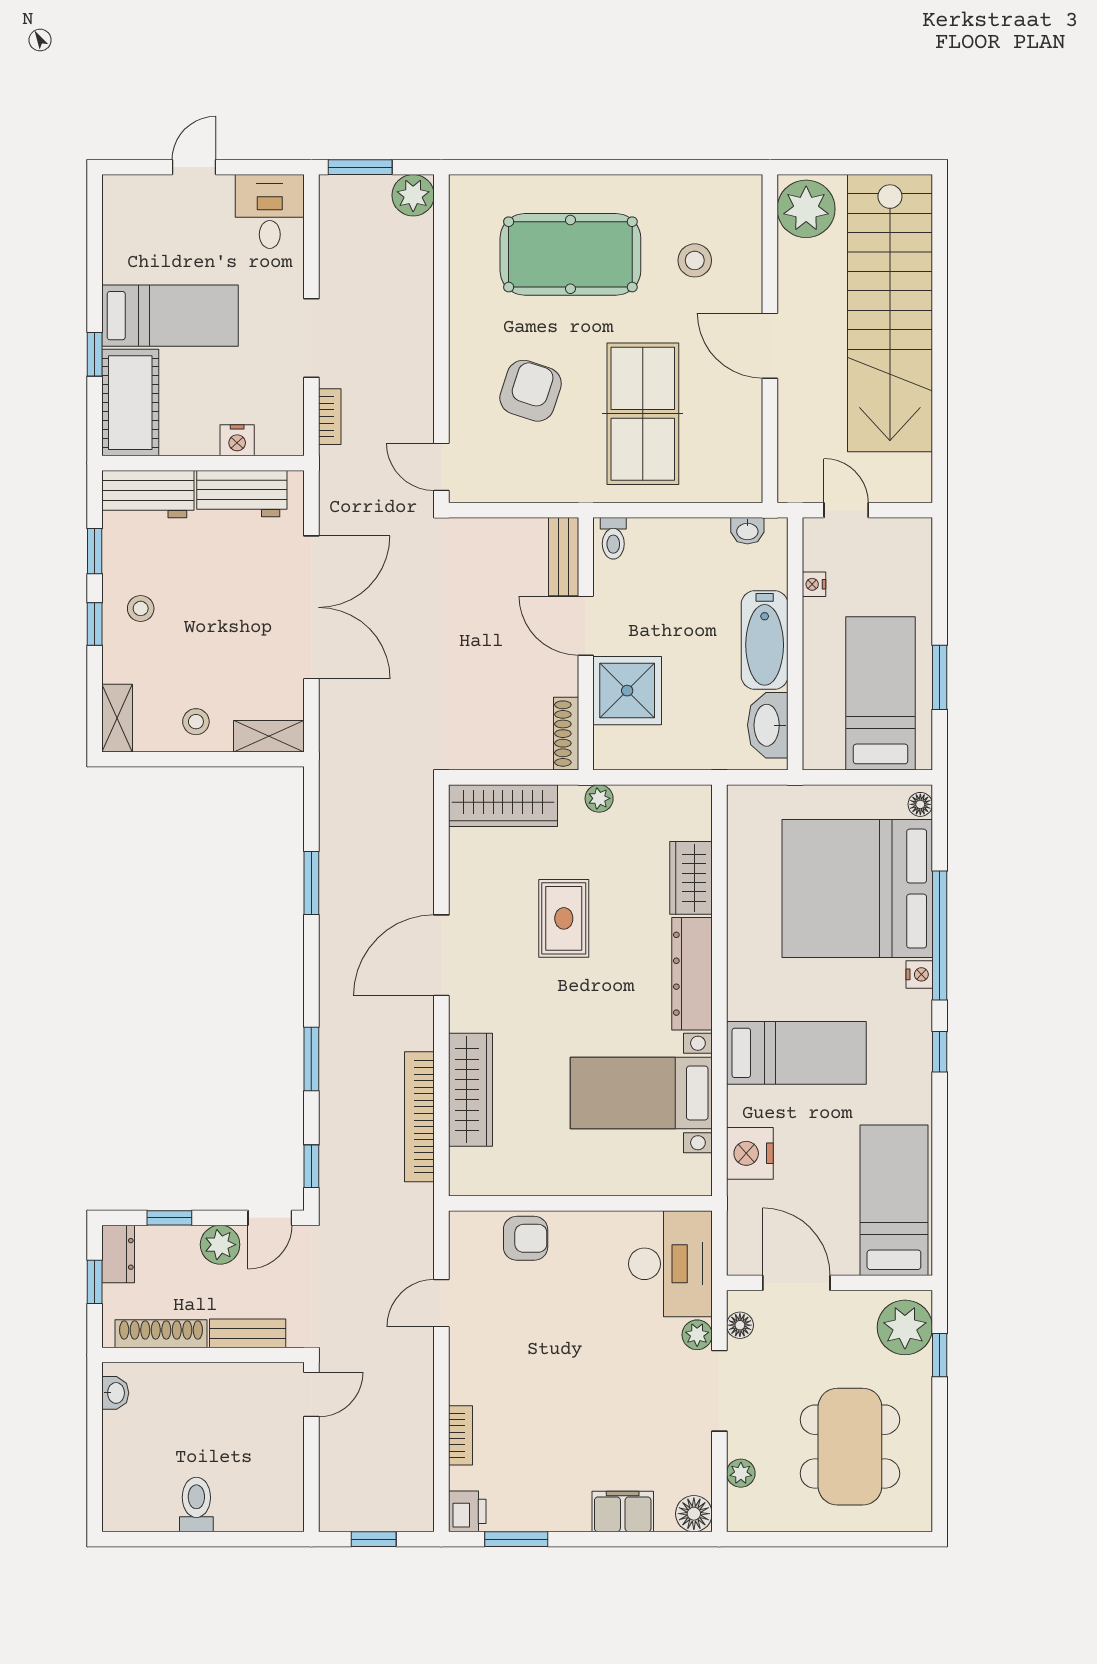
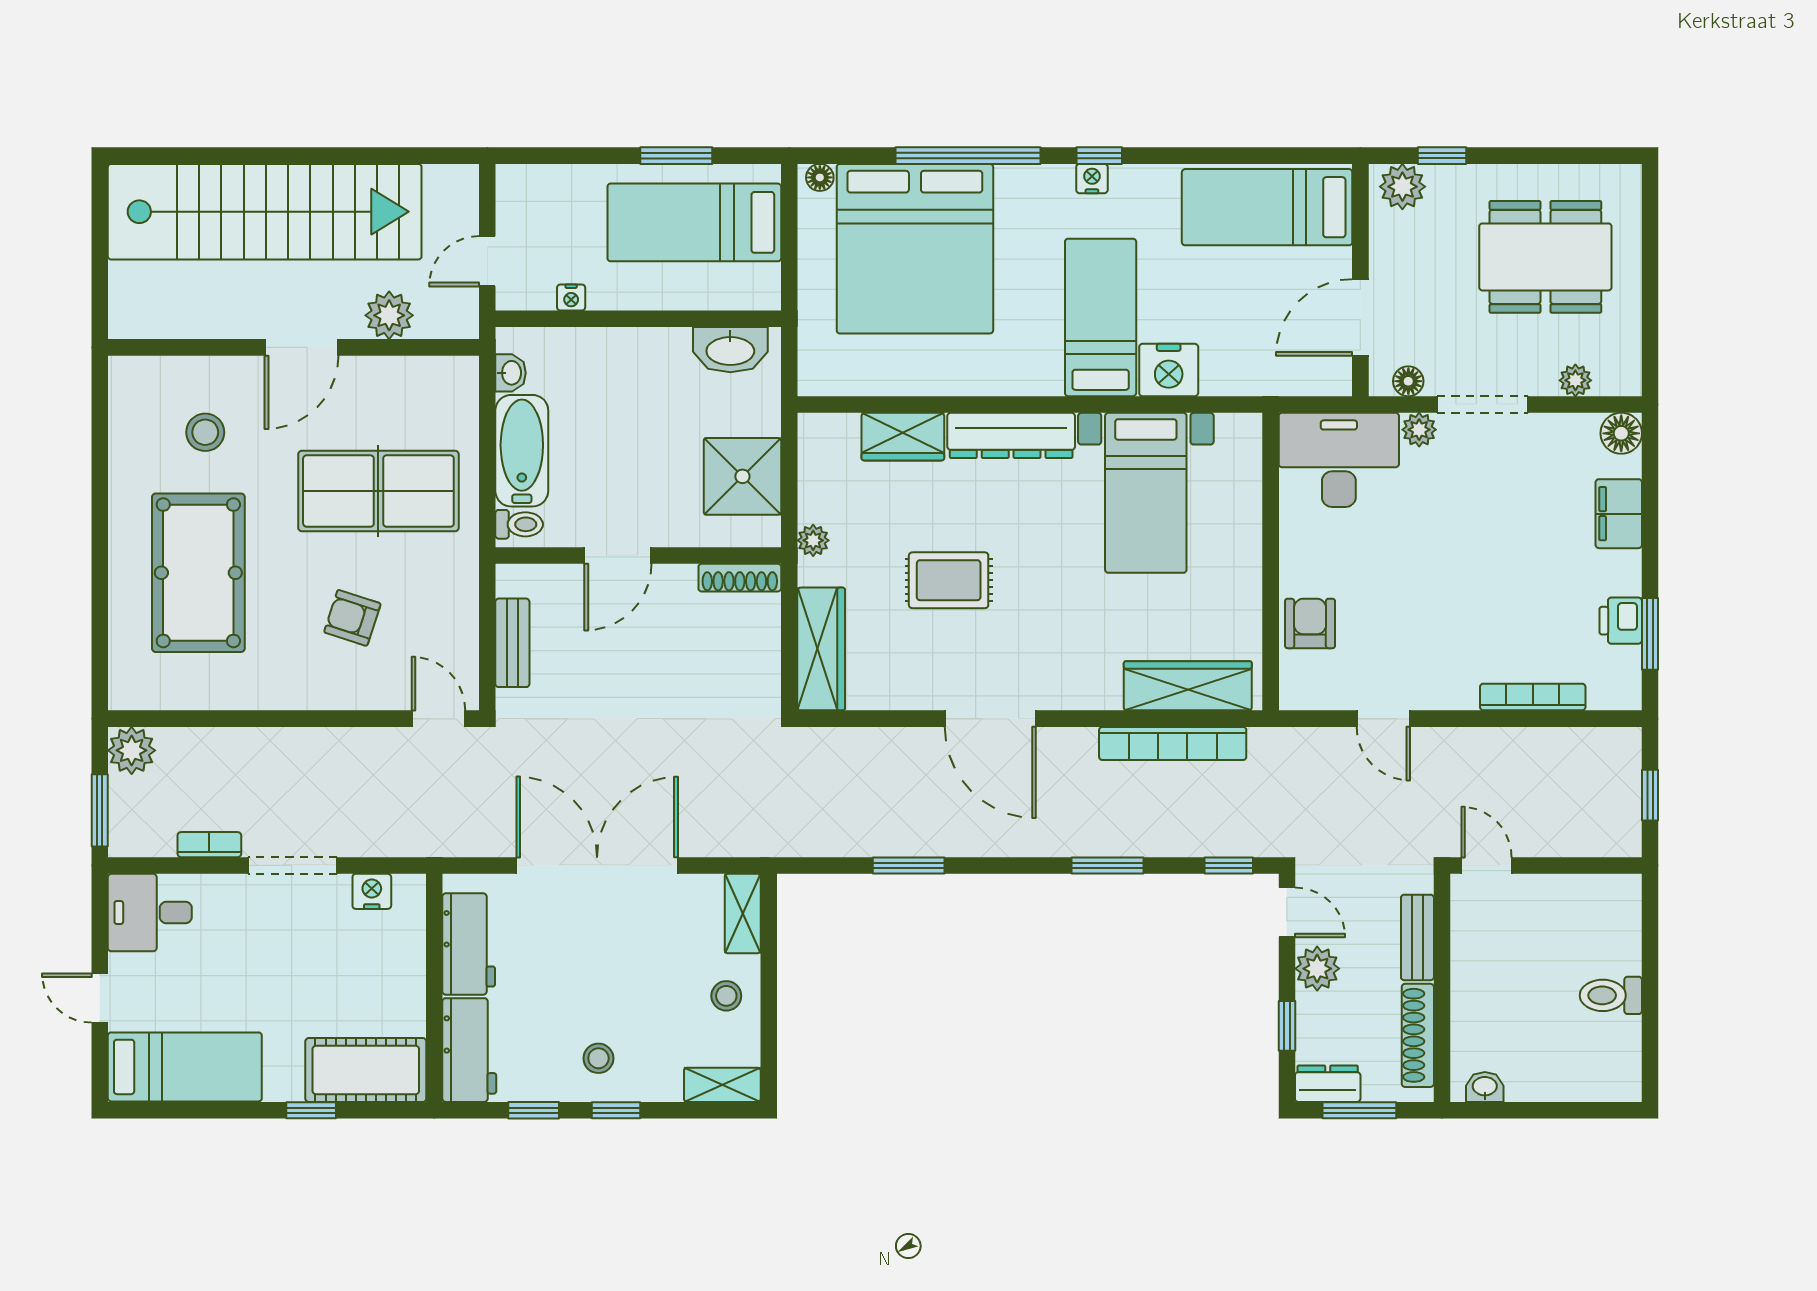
plant: (806, 209) -> (389, 315), moved, width x0.73, depth x0.73
bed: (170, 316) -> (185, 1067), moved, turned 90
armchair: (531, 391) -> (352, 618), width x0.72, depth x0.72
bookcase: (330, 417) -> (209, 845), moved
nightstand: (237, 440) -> (372, 891), moved, turned -90
door: (441, 467) -> (438, 719), swing flipped
bench: (564, 557) -> (512, 643), moved, turned 90
bathtub: (765, 640) -> (522, 451), moved, turned -90
shower: (627, 691) -> (742, 476), moved
nightstand: (919, 974) -> (1092, 179), moved
wardrobe: (470, 1090) -> (1188, 686), moved
nightstand: (750, 1153) -> (1169, 370), moved
window: (95, 1282) -> (1359, 1110), width x1.50
plant: (905, 1327) -> (1402, 187), width x0.73, depth x0.73
bookcase: (460, 1435) -> (1533, 697), width x1.56
printer: (467, 1511) -> (1621, 621), moved, turned -90

